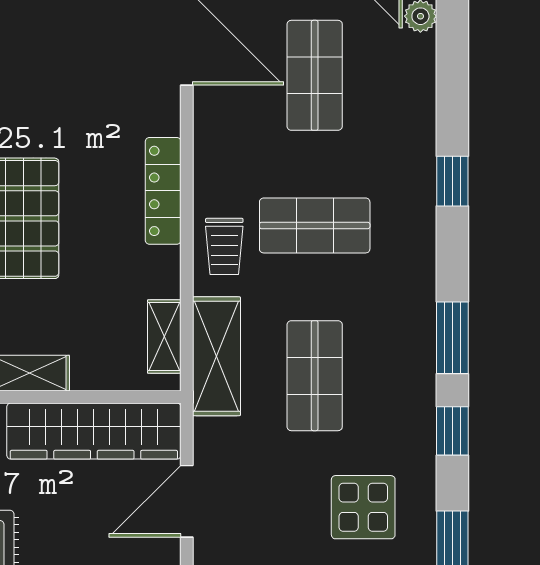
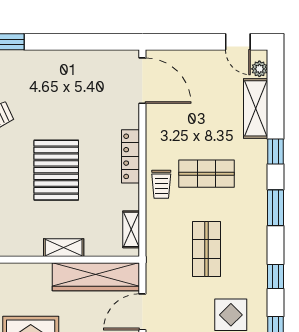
shop shelf: (315, 75) -> (206, 98), removed
window: (452, 338) -> (275, 208), moved
shelving: (216, 356) -> (256, 108), moved

